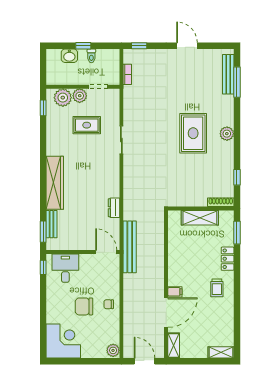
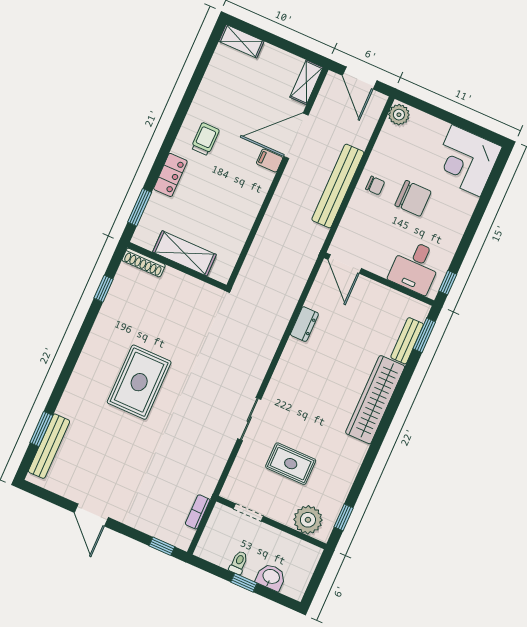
window: (237, 82) -> (41, 429), width x0.69
plant: (80, 96) -> (282, 511), removed
plant: (227, 134) -> (90, 360), removed
bench: (130, 247) -> (338, 186), moved

